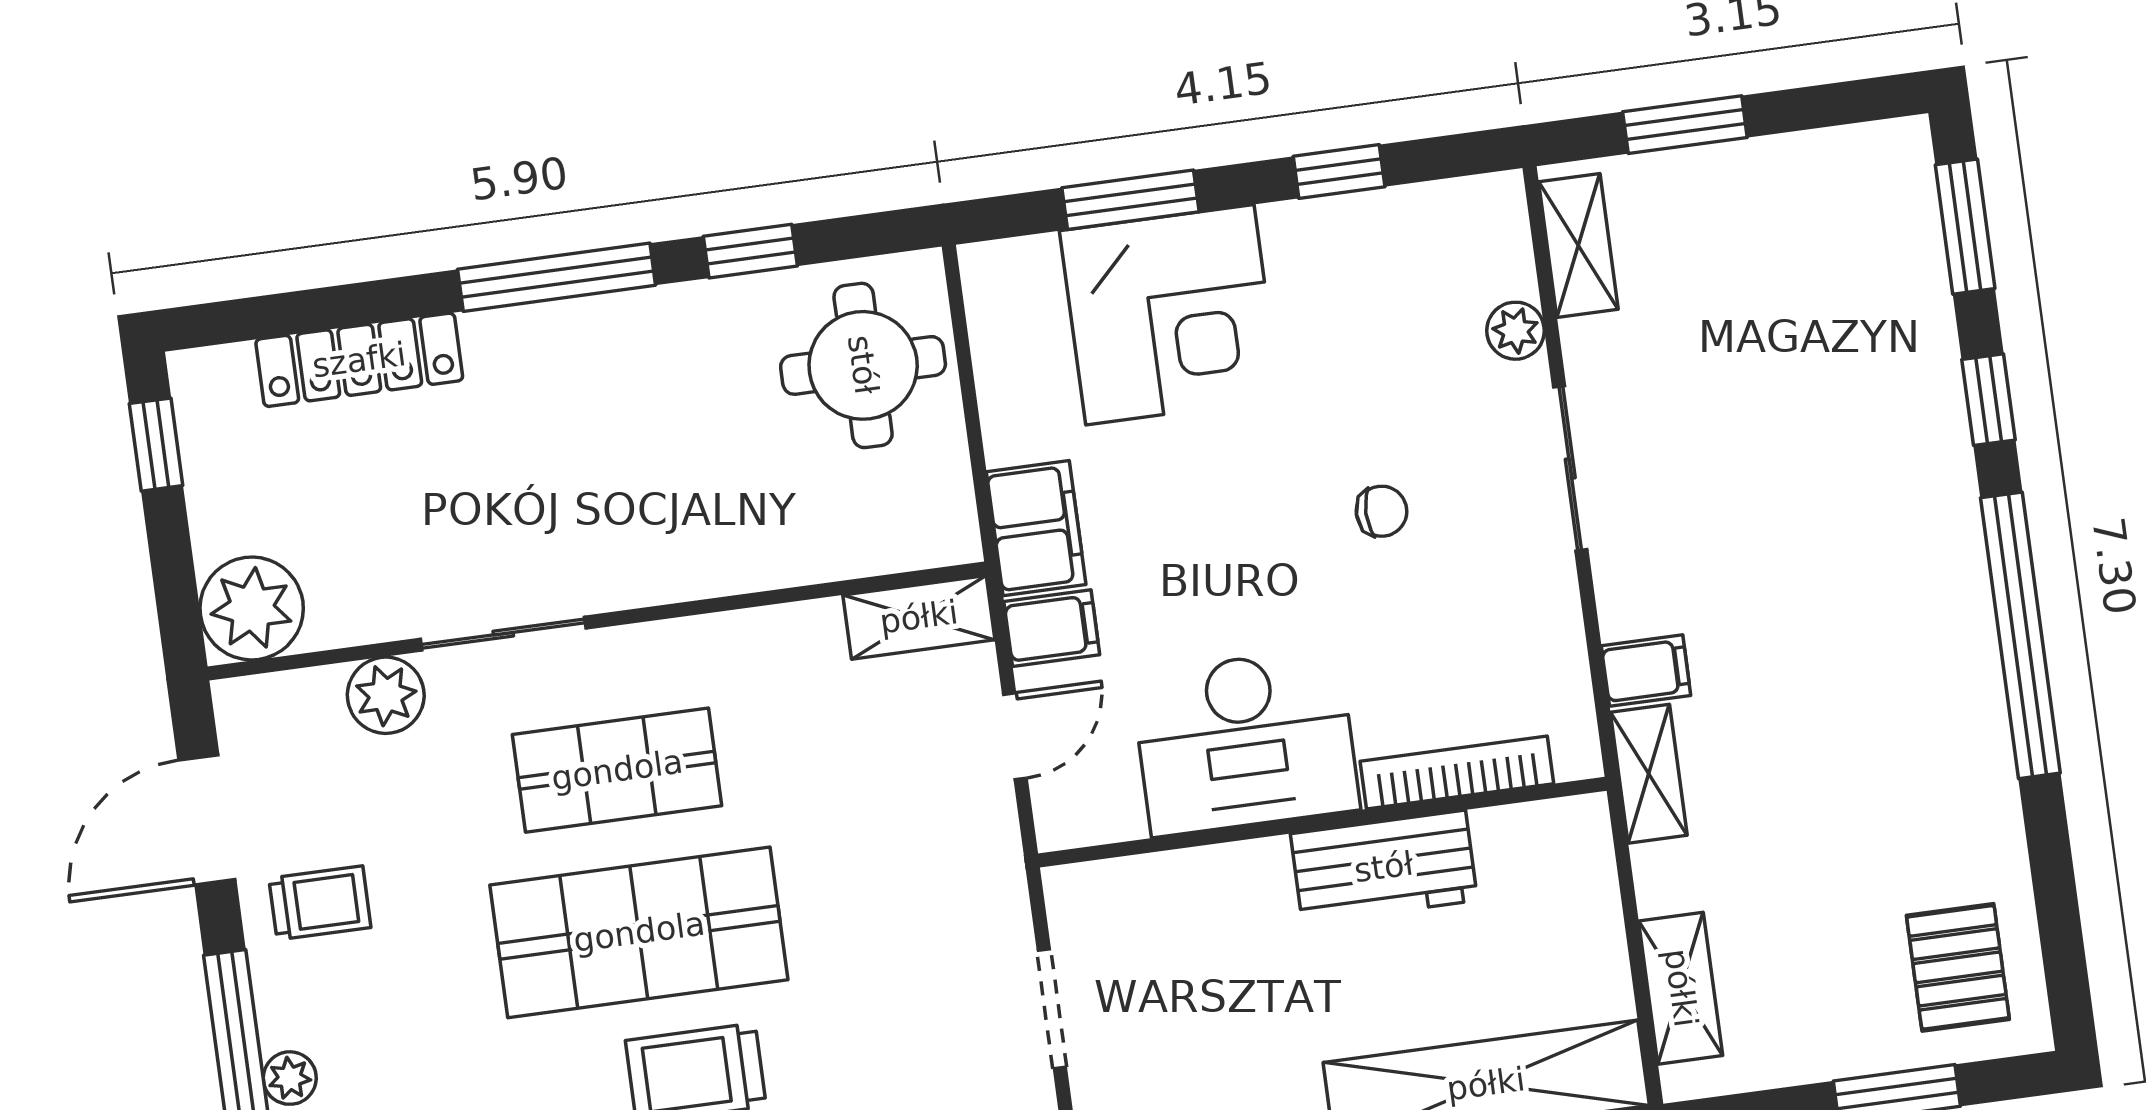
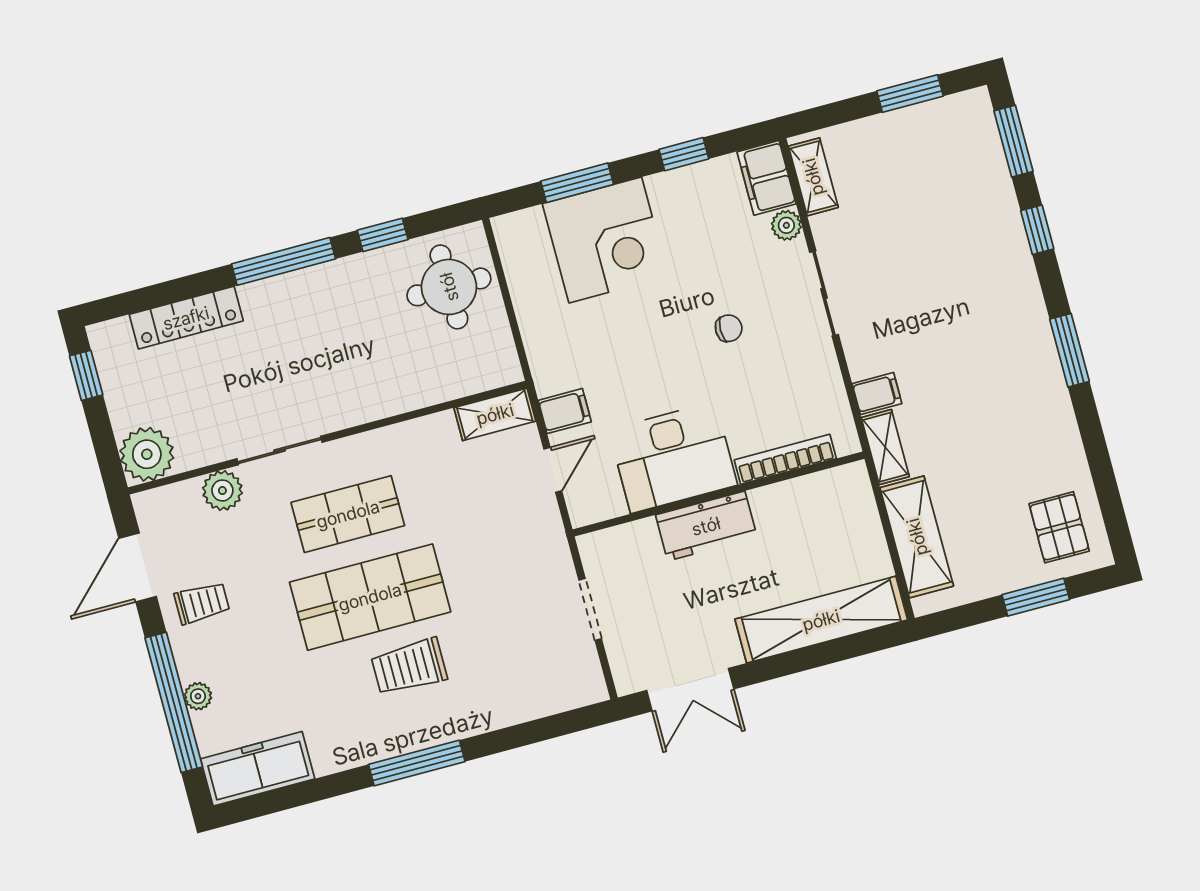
window: (1685, 125) -> (910, 94), moved
filing cabinet: (1036, 528) -> (767, 178), moved, turned 180
window: (2020, 635) -> (1070, 350), width x0.47
workbench: (1384, 867) -> (706, 526), moved
shelving: (1681, 988) -> (917, 537), width x1.50, depth x1.33

